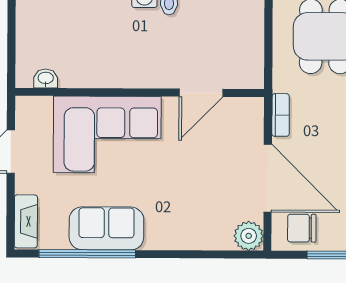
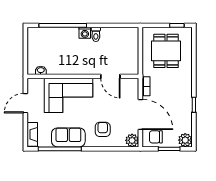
door: (201, 93) -> (110, 76), hinge flipped
armchair: (183, 211) -> (103, 129), added

